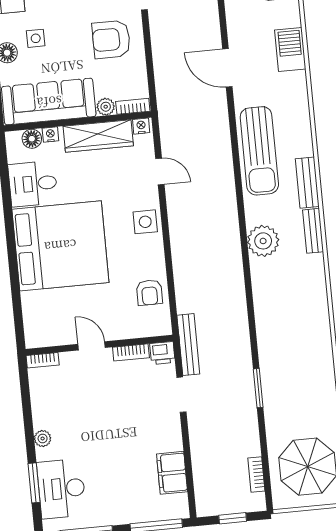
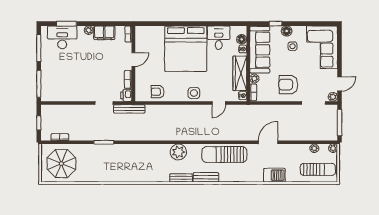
armchair: (111, 39) -> (288, 85), turned -90
filing cabinet: (172, 473) -> (104, 33), moved, turned 180

